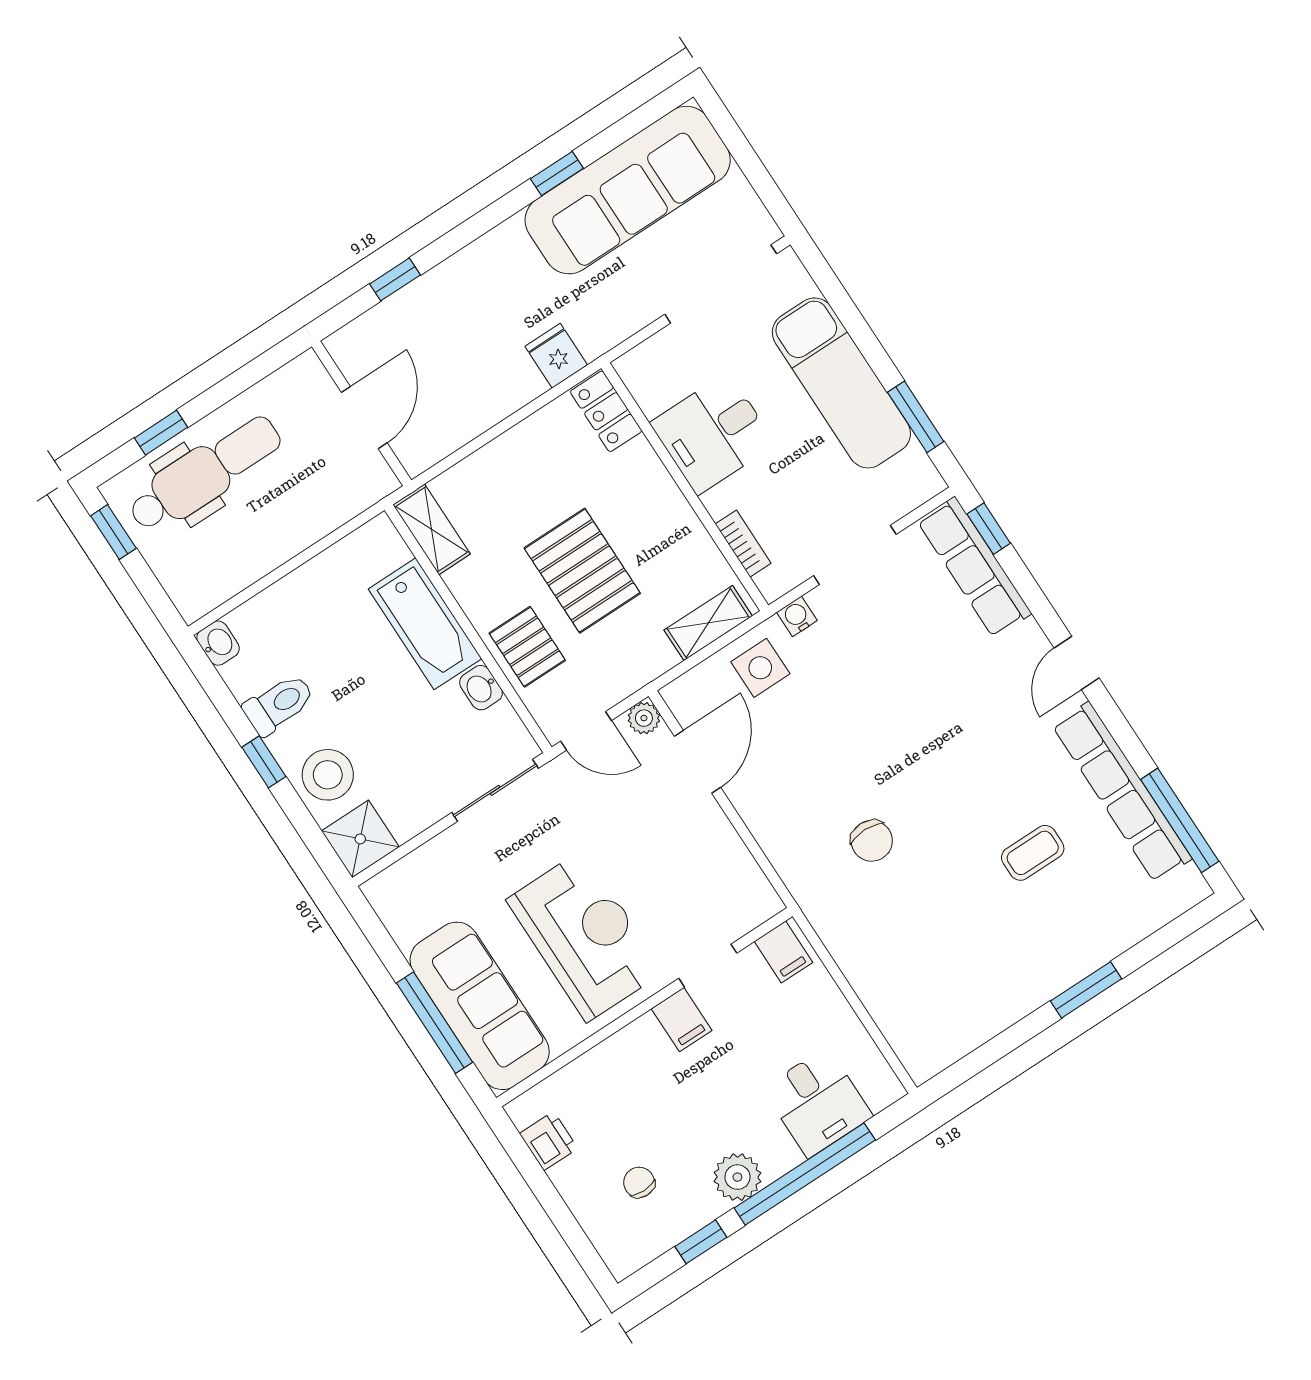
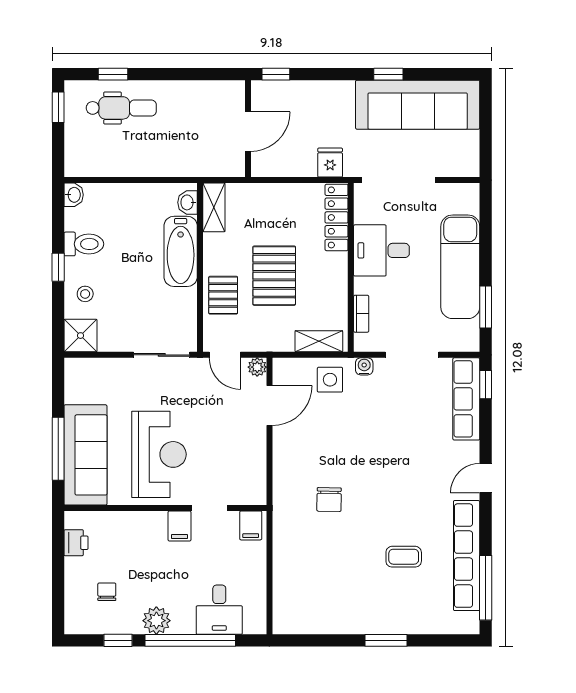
doorway: (721, 284) -> (398, 180), moved
locker: (606, 411) -> (337, 217), width x1.53
wall: (362, 413) -> (248, 129), moved
door: (364, 418) -> (248, 132), moved
dental chair: (205, 474) -> (121, 108), width x0.73, depth x0.72
washbasin: (481, 688) -> (188, 202), moved
stool: (328, 775) -> (85, 294), width x0.53, depth x0.53

